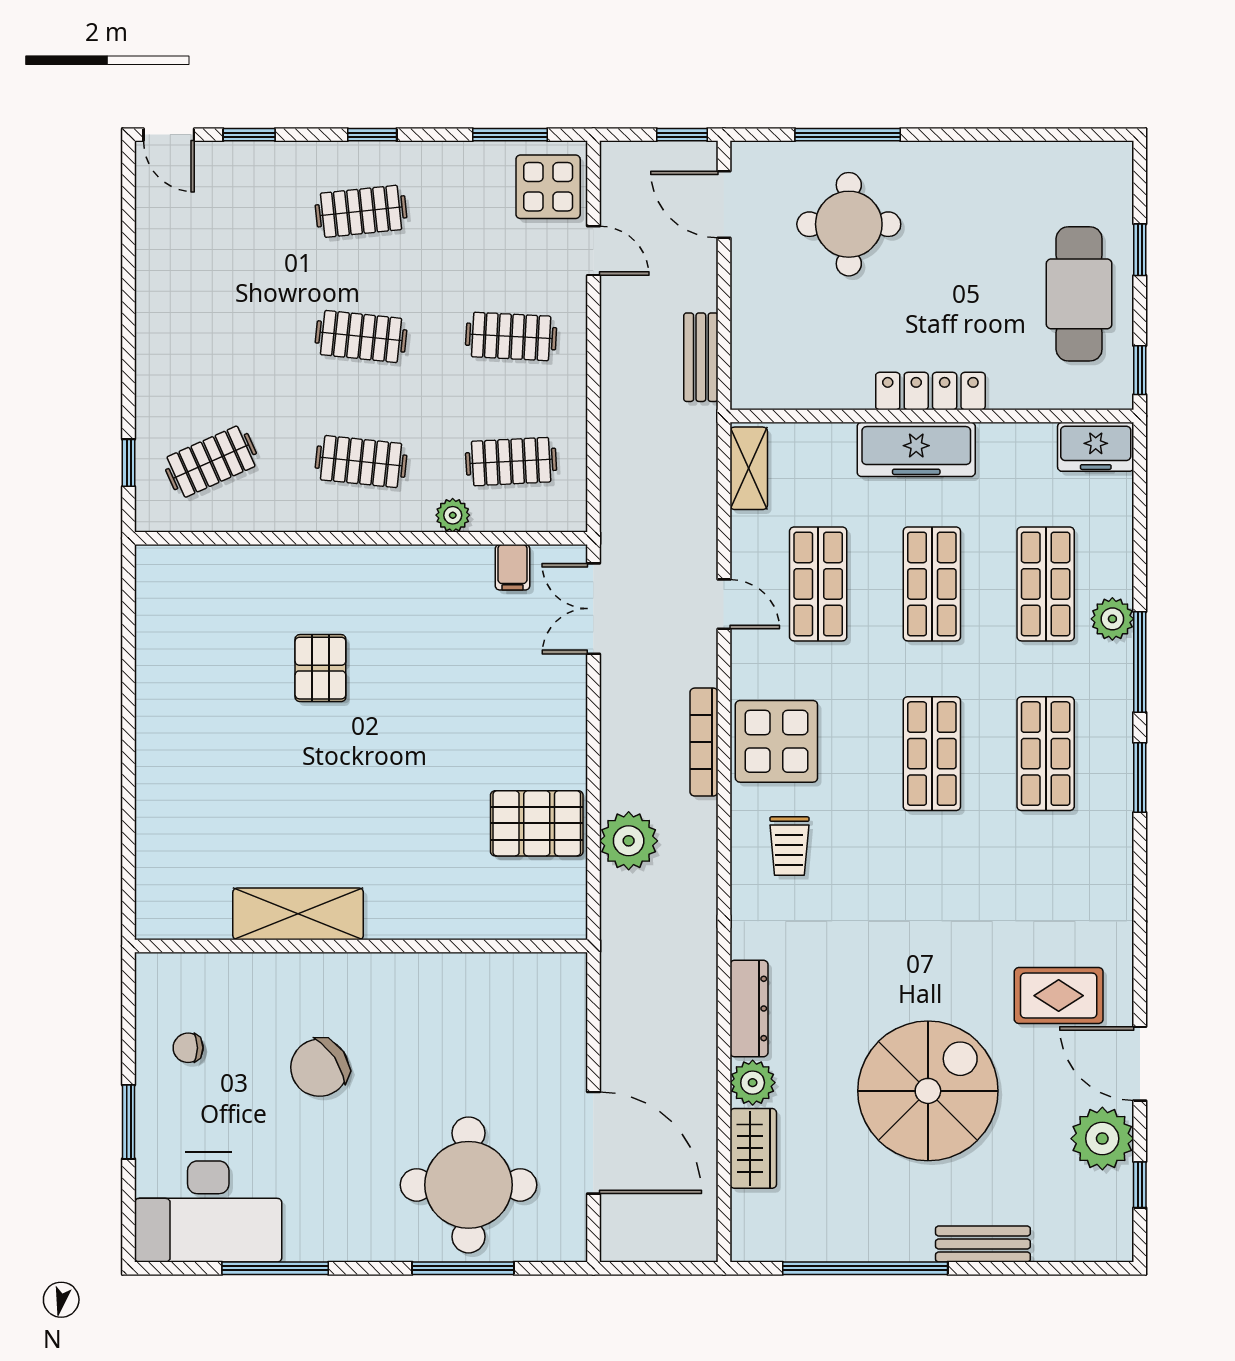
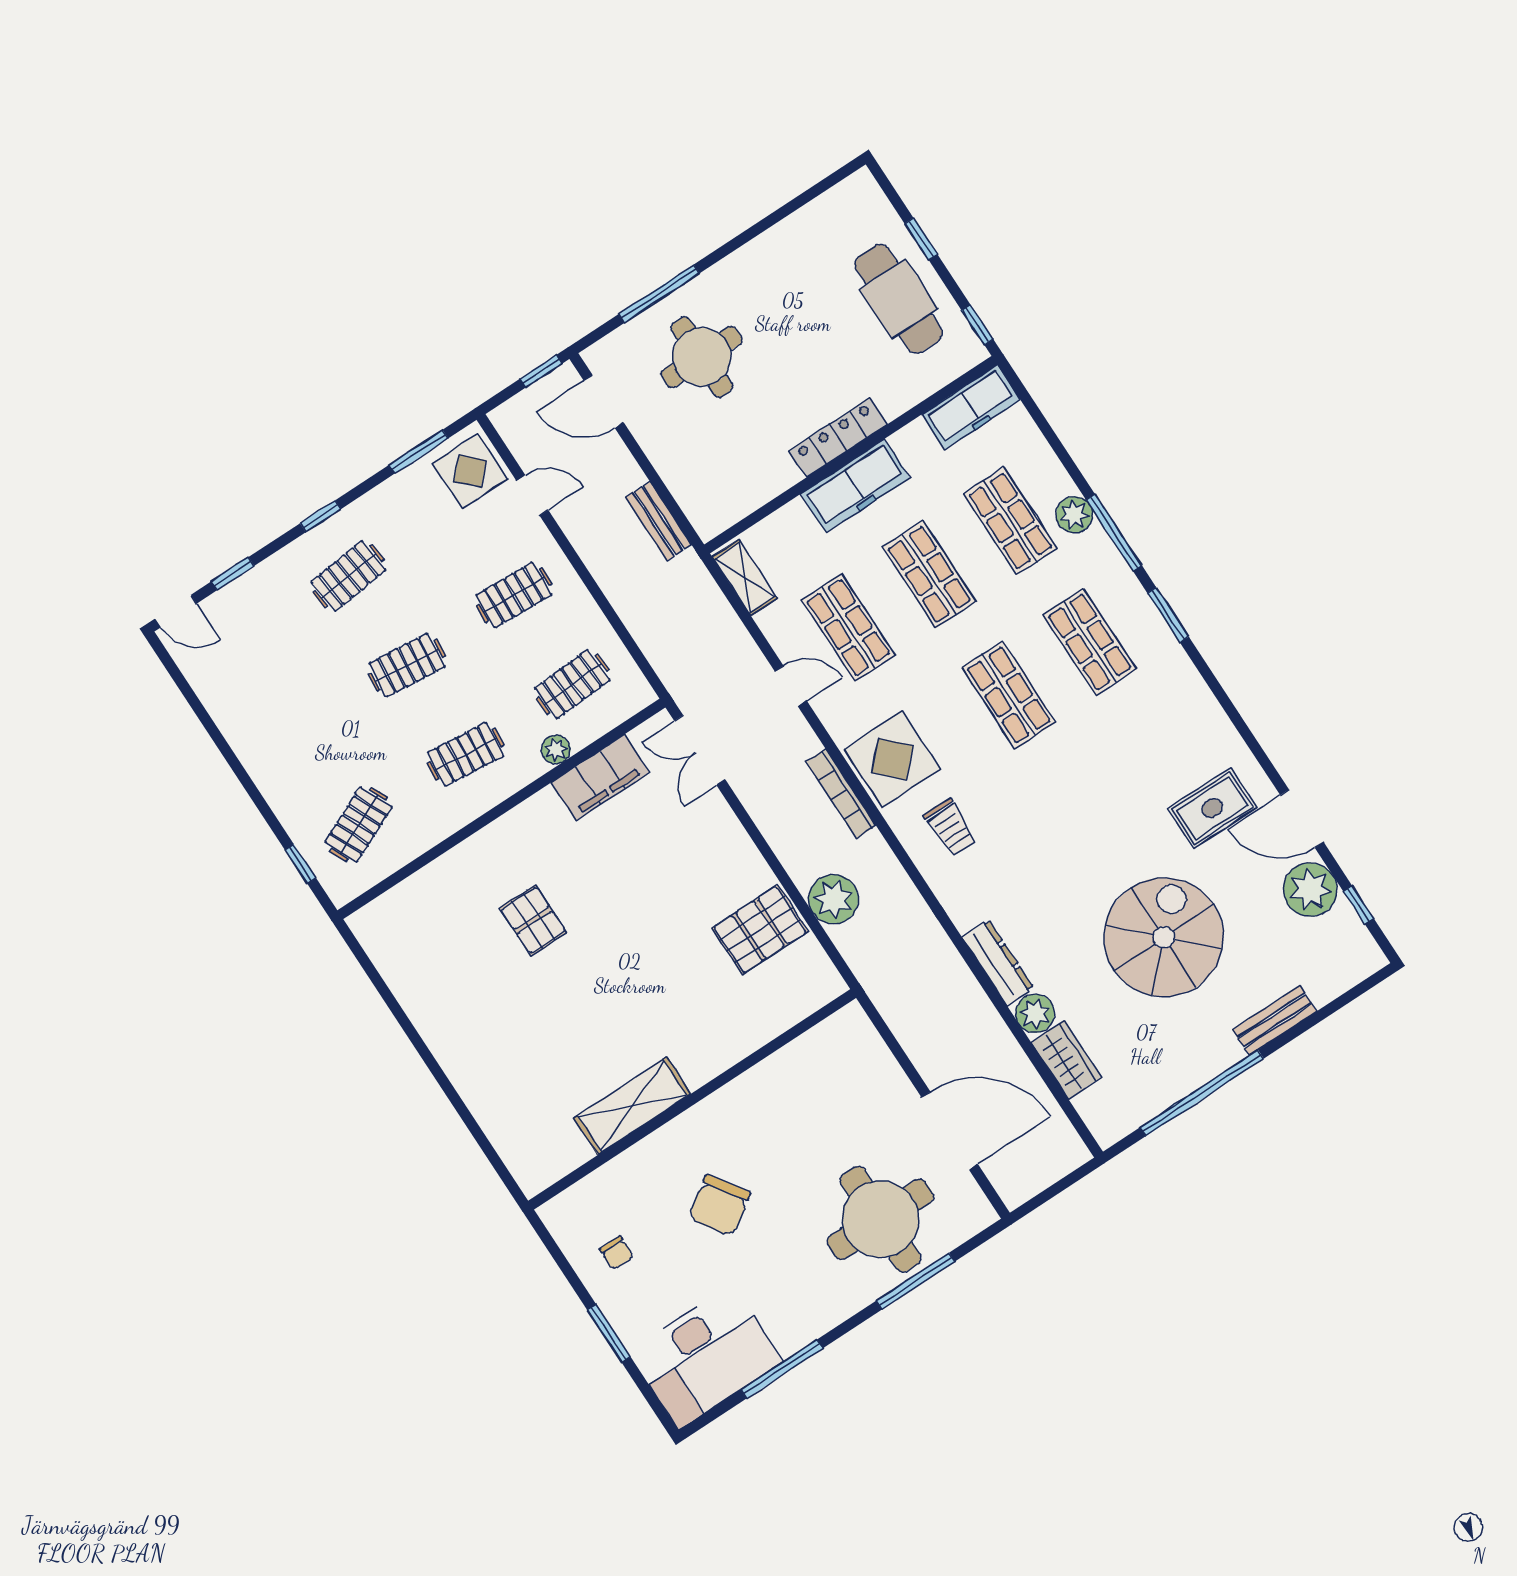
freezer: (1096, 447) -> (971, 407), width x1.40
filing cabinet: (513, 567) -> (600, 777), width x3.00, depth x1.17
chair: (188, 1048) -> (617, 1253), turned -90

